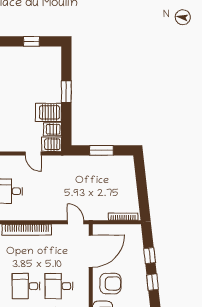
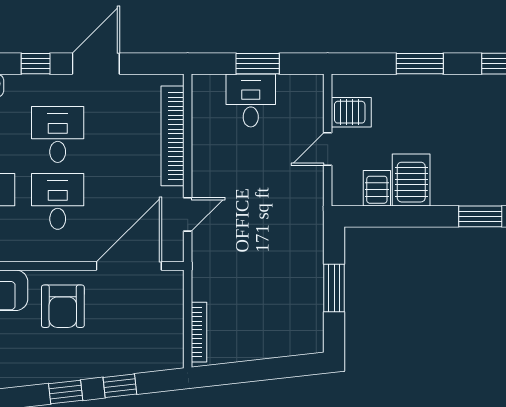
window: (66, 92) -> (480, 216), moved
server rack: (52, 144) -> (351, 112), moved, turned 90
door: (76, 222) -> (188, 214), moved
door: (91, 251) -> (129, 266), swing flipped

